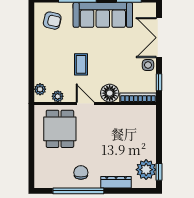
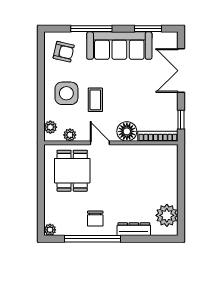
side table: (148, 65) -> (66, 93), moved, width x1.87, depth x1.87
window: (159, 172) -> (181, 218), removed
chair: (81, 173) -> (95, 219), turned 180
plant: (40, 183) -> (50, 230), added

